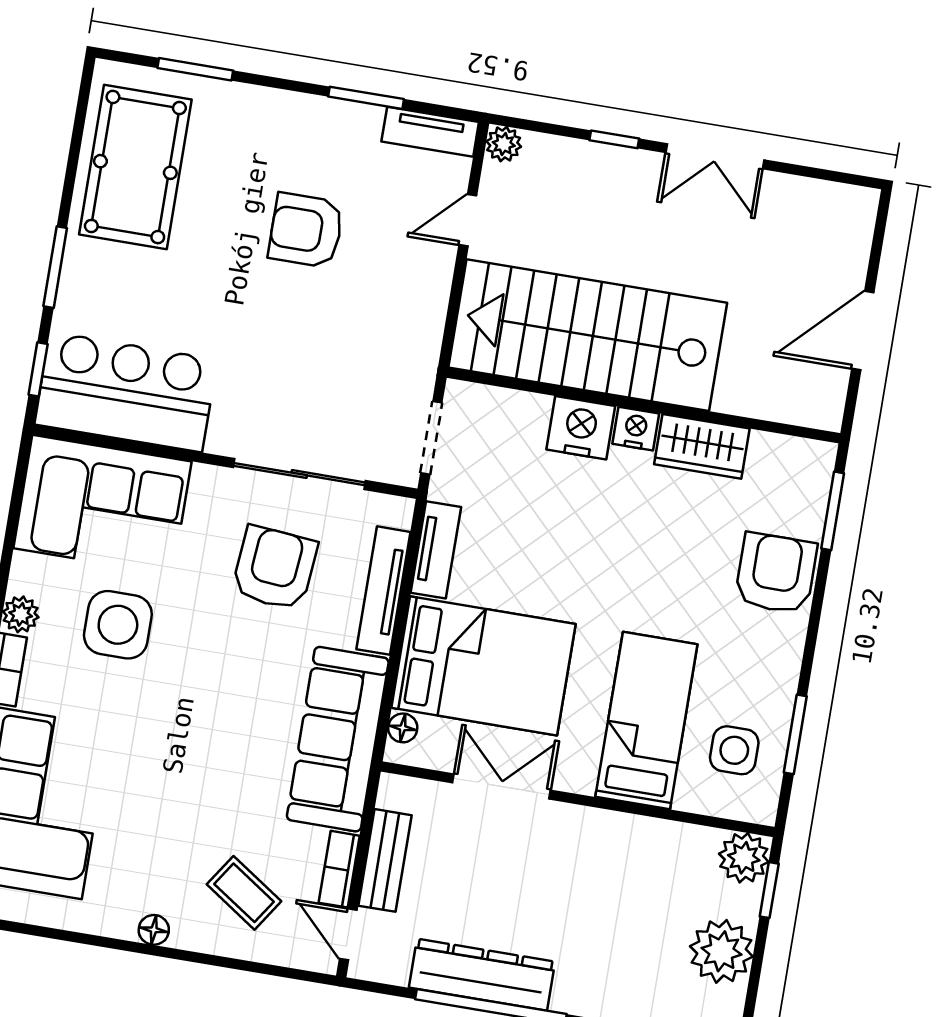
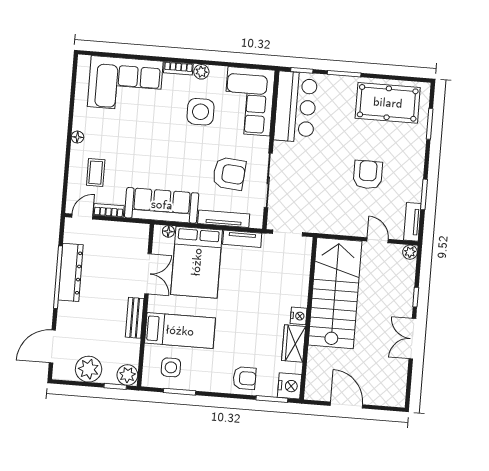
nightstand: (581, 428) -> (290, 386), moved
armchair: (776, 573) -> (244, 378), width x0.72, depth x0.72
bench: (385, 860) -> (135, 318), moved, turned 90
coffee table: (244, 893) -> (96, 173), turned -34

